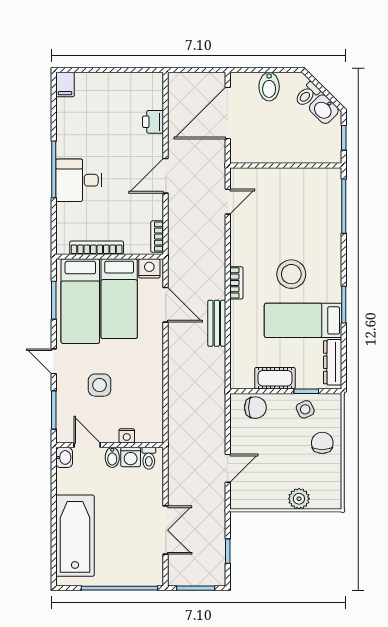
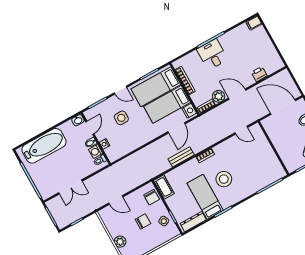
plant: (152, 208) -> (219, 96), added
door: (54, 361) -> (120, 90), swing flipped
cot: (275, 378) -> (164, 187), moved
chair: (322, 443) -> (143, 221), moved

